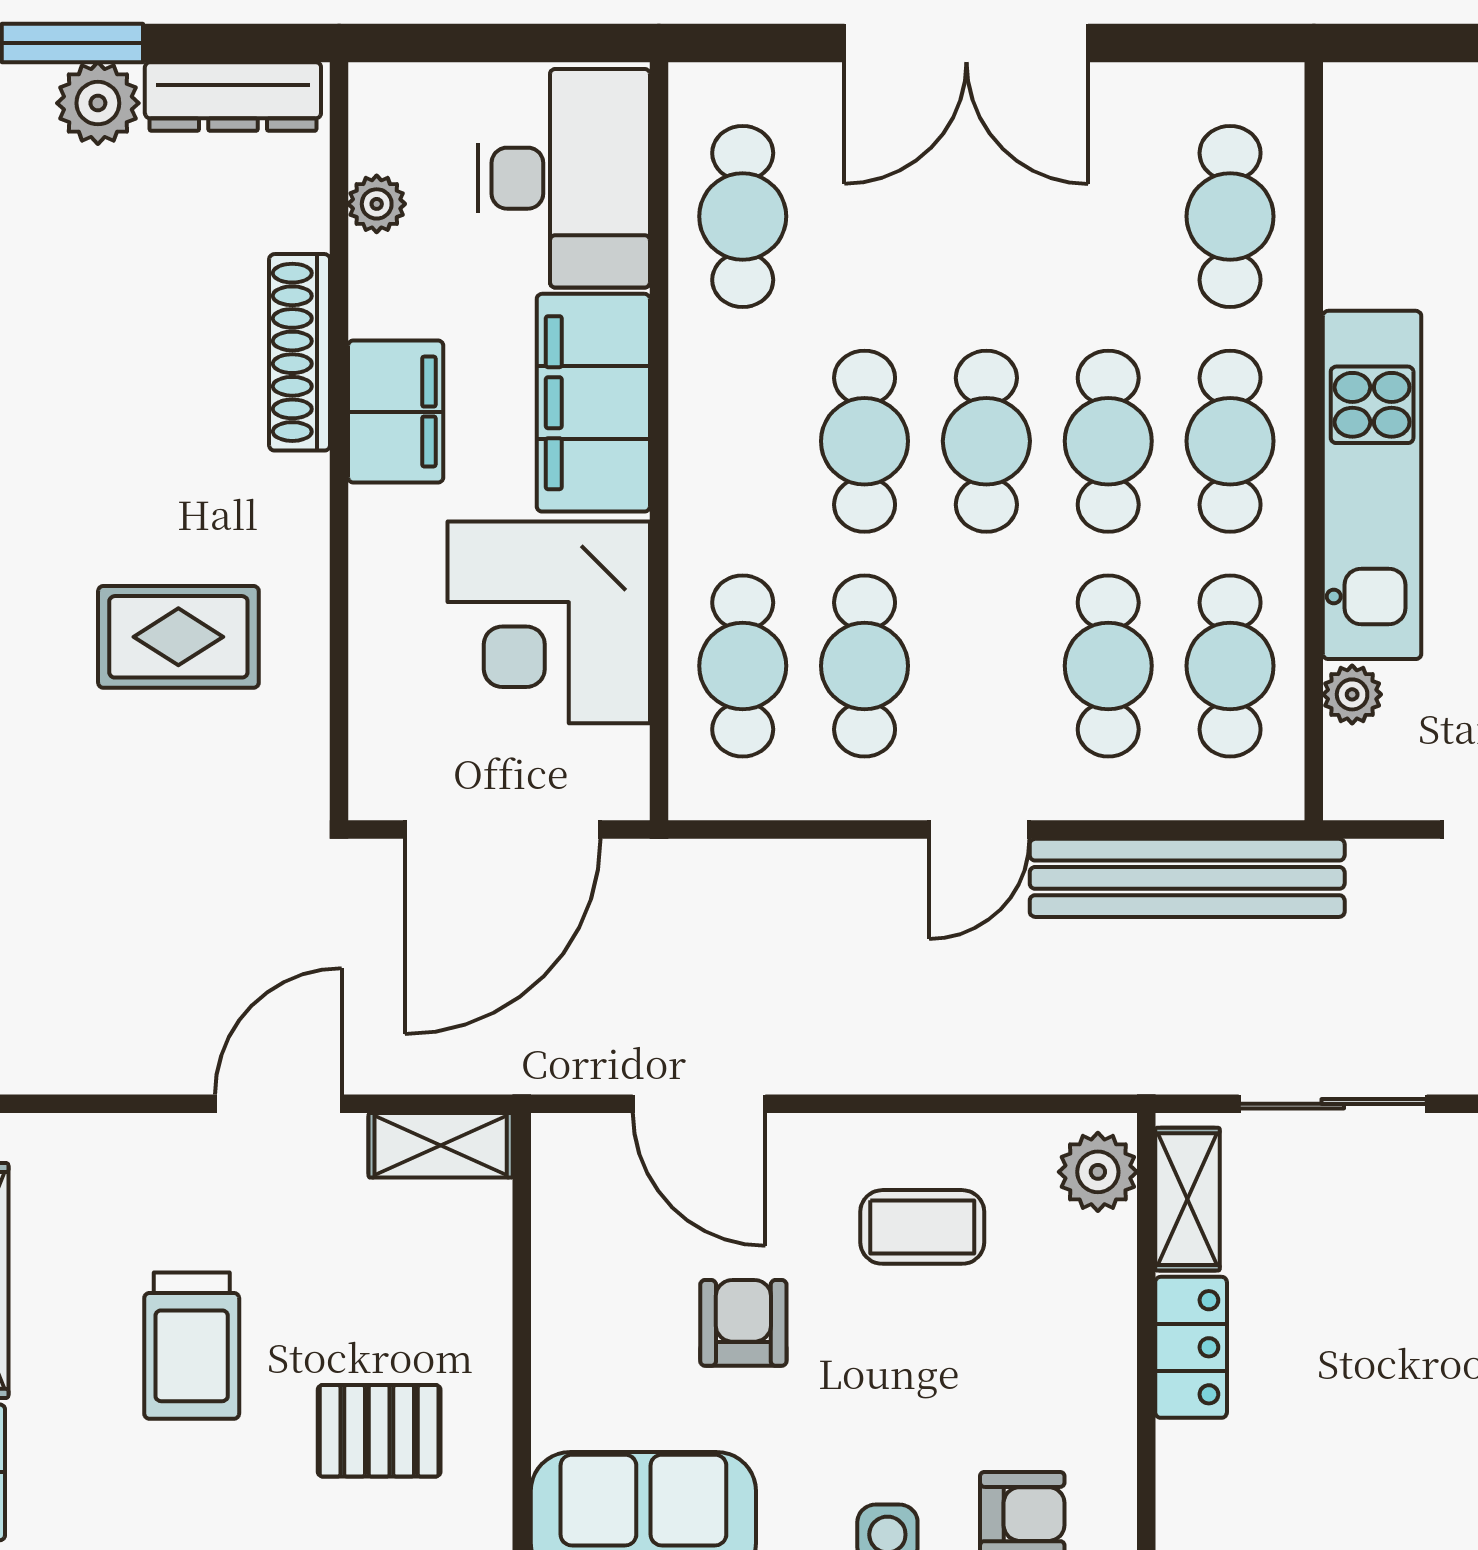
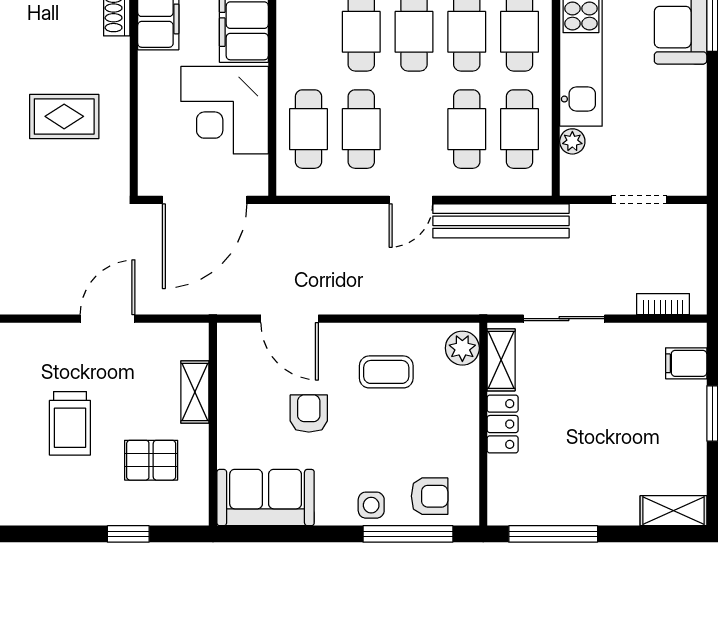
shelving: (441, 1145) -> (195, 392), moved, turned 90

